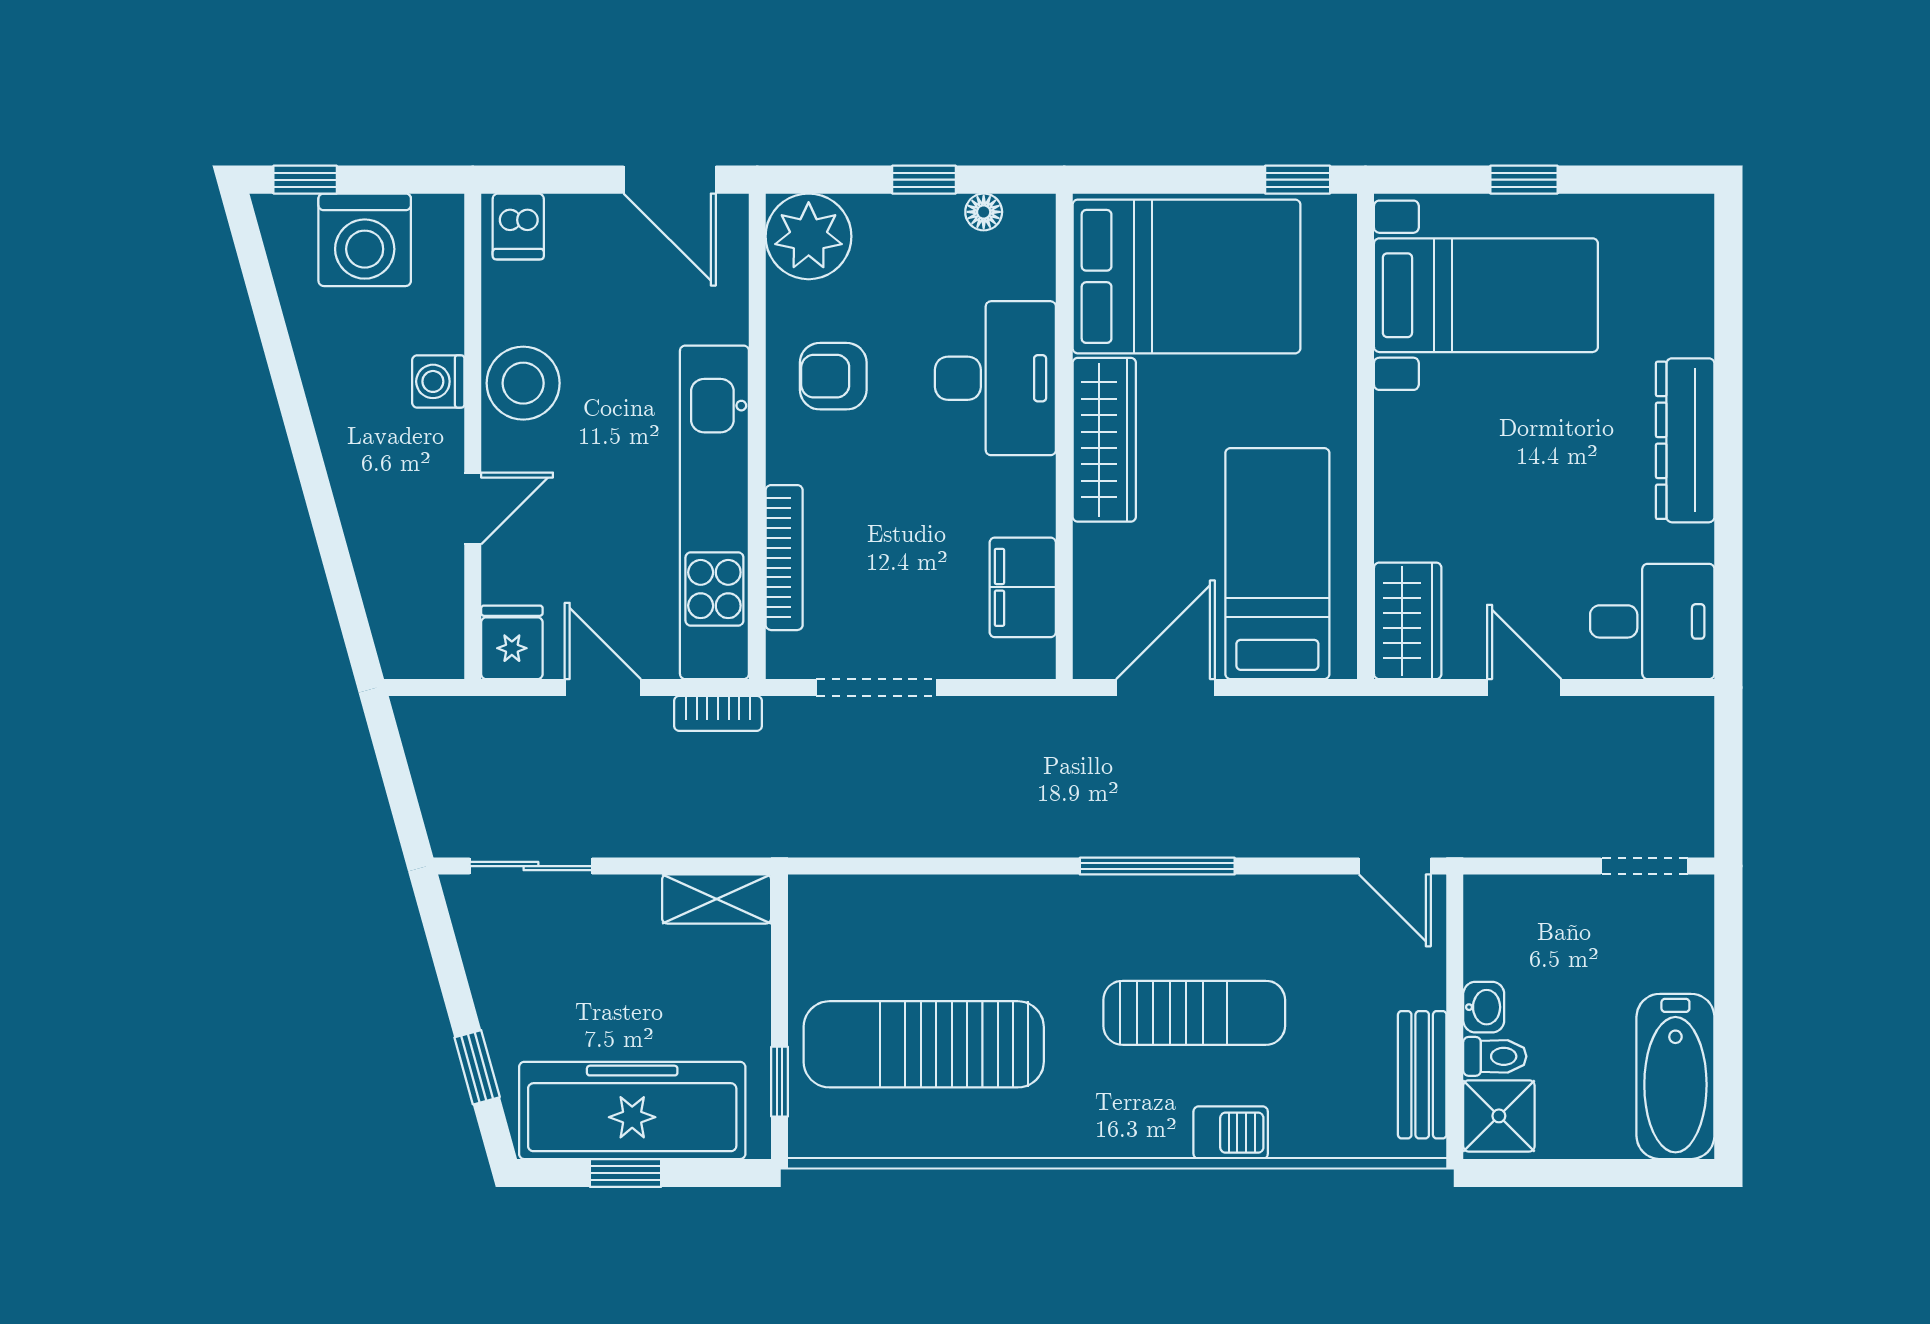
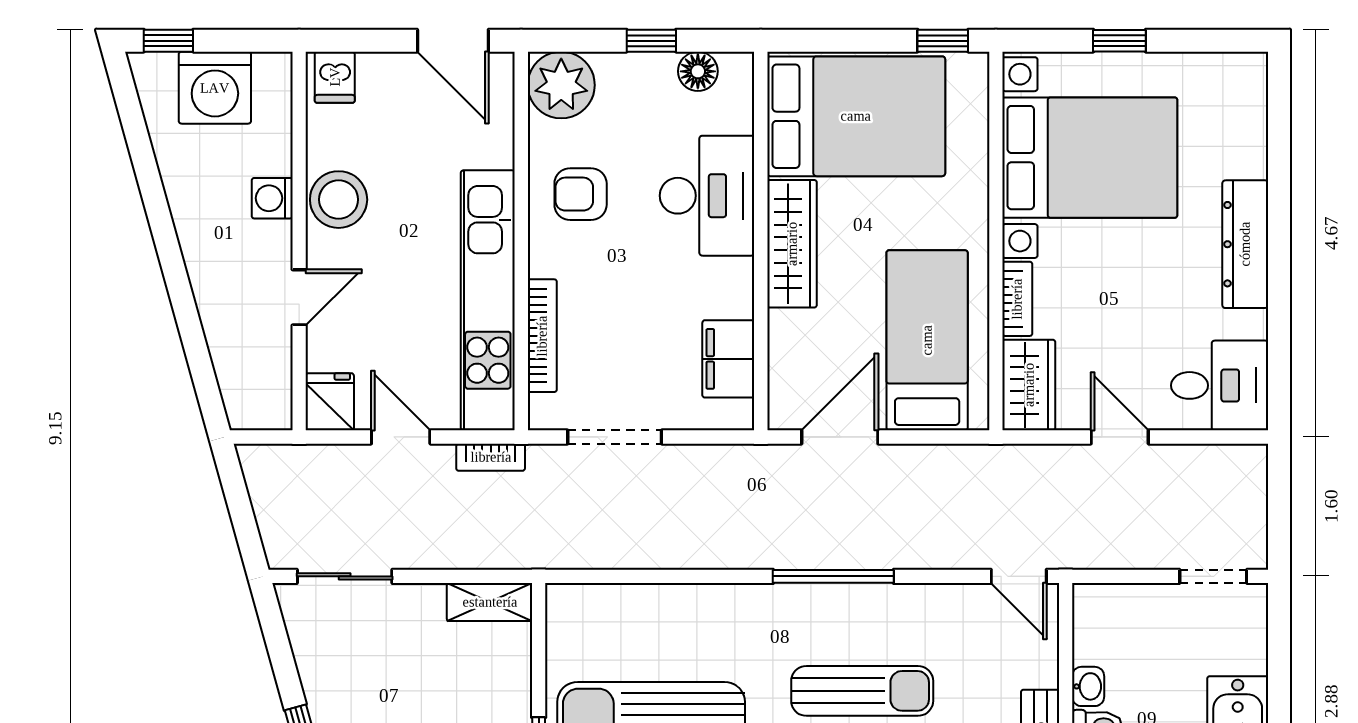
floor lamp: (984, 212) -> (698, 71), width x1.37, depth x1.37
bed with nightstands: (1486, 295) -> (1090, 158), width x1.36
bookcase: (1393, 510) -> (1017, 299), added

